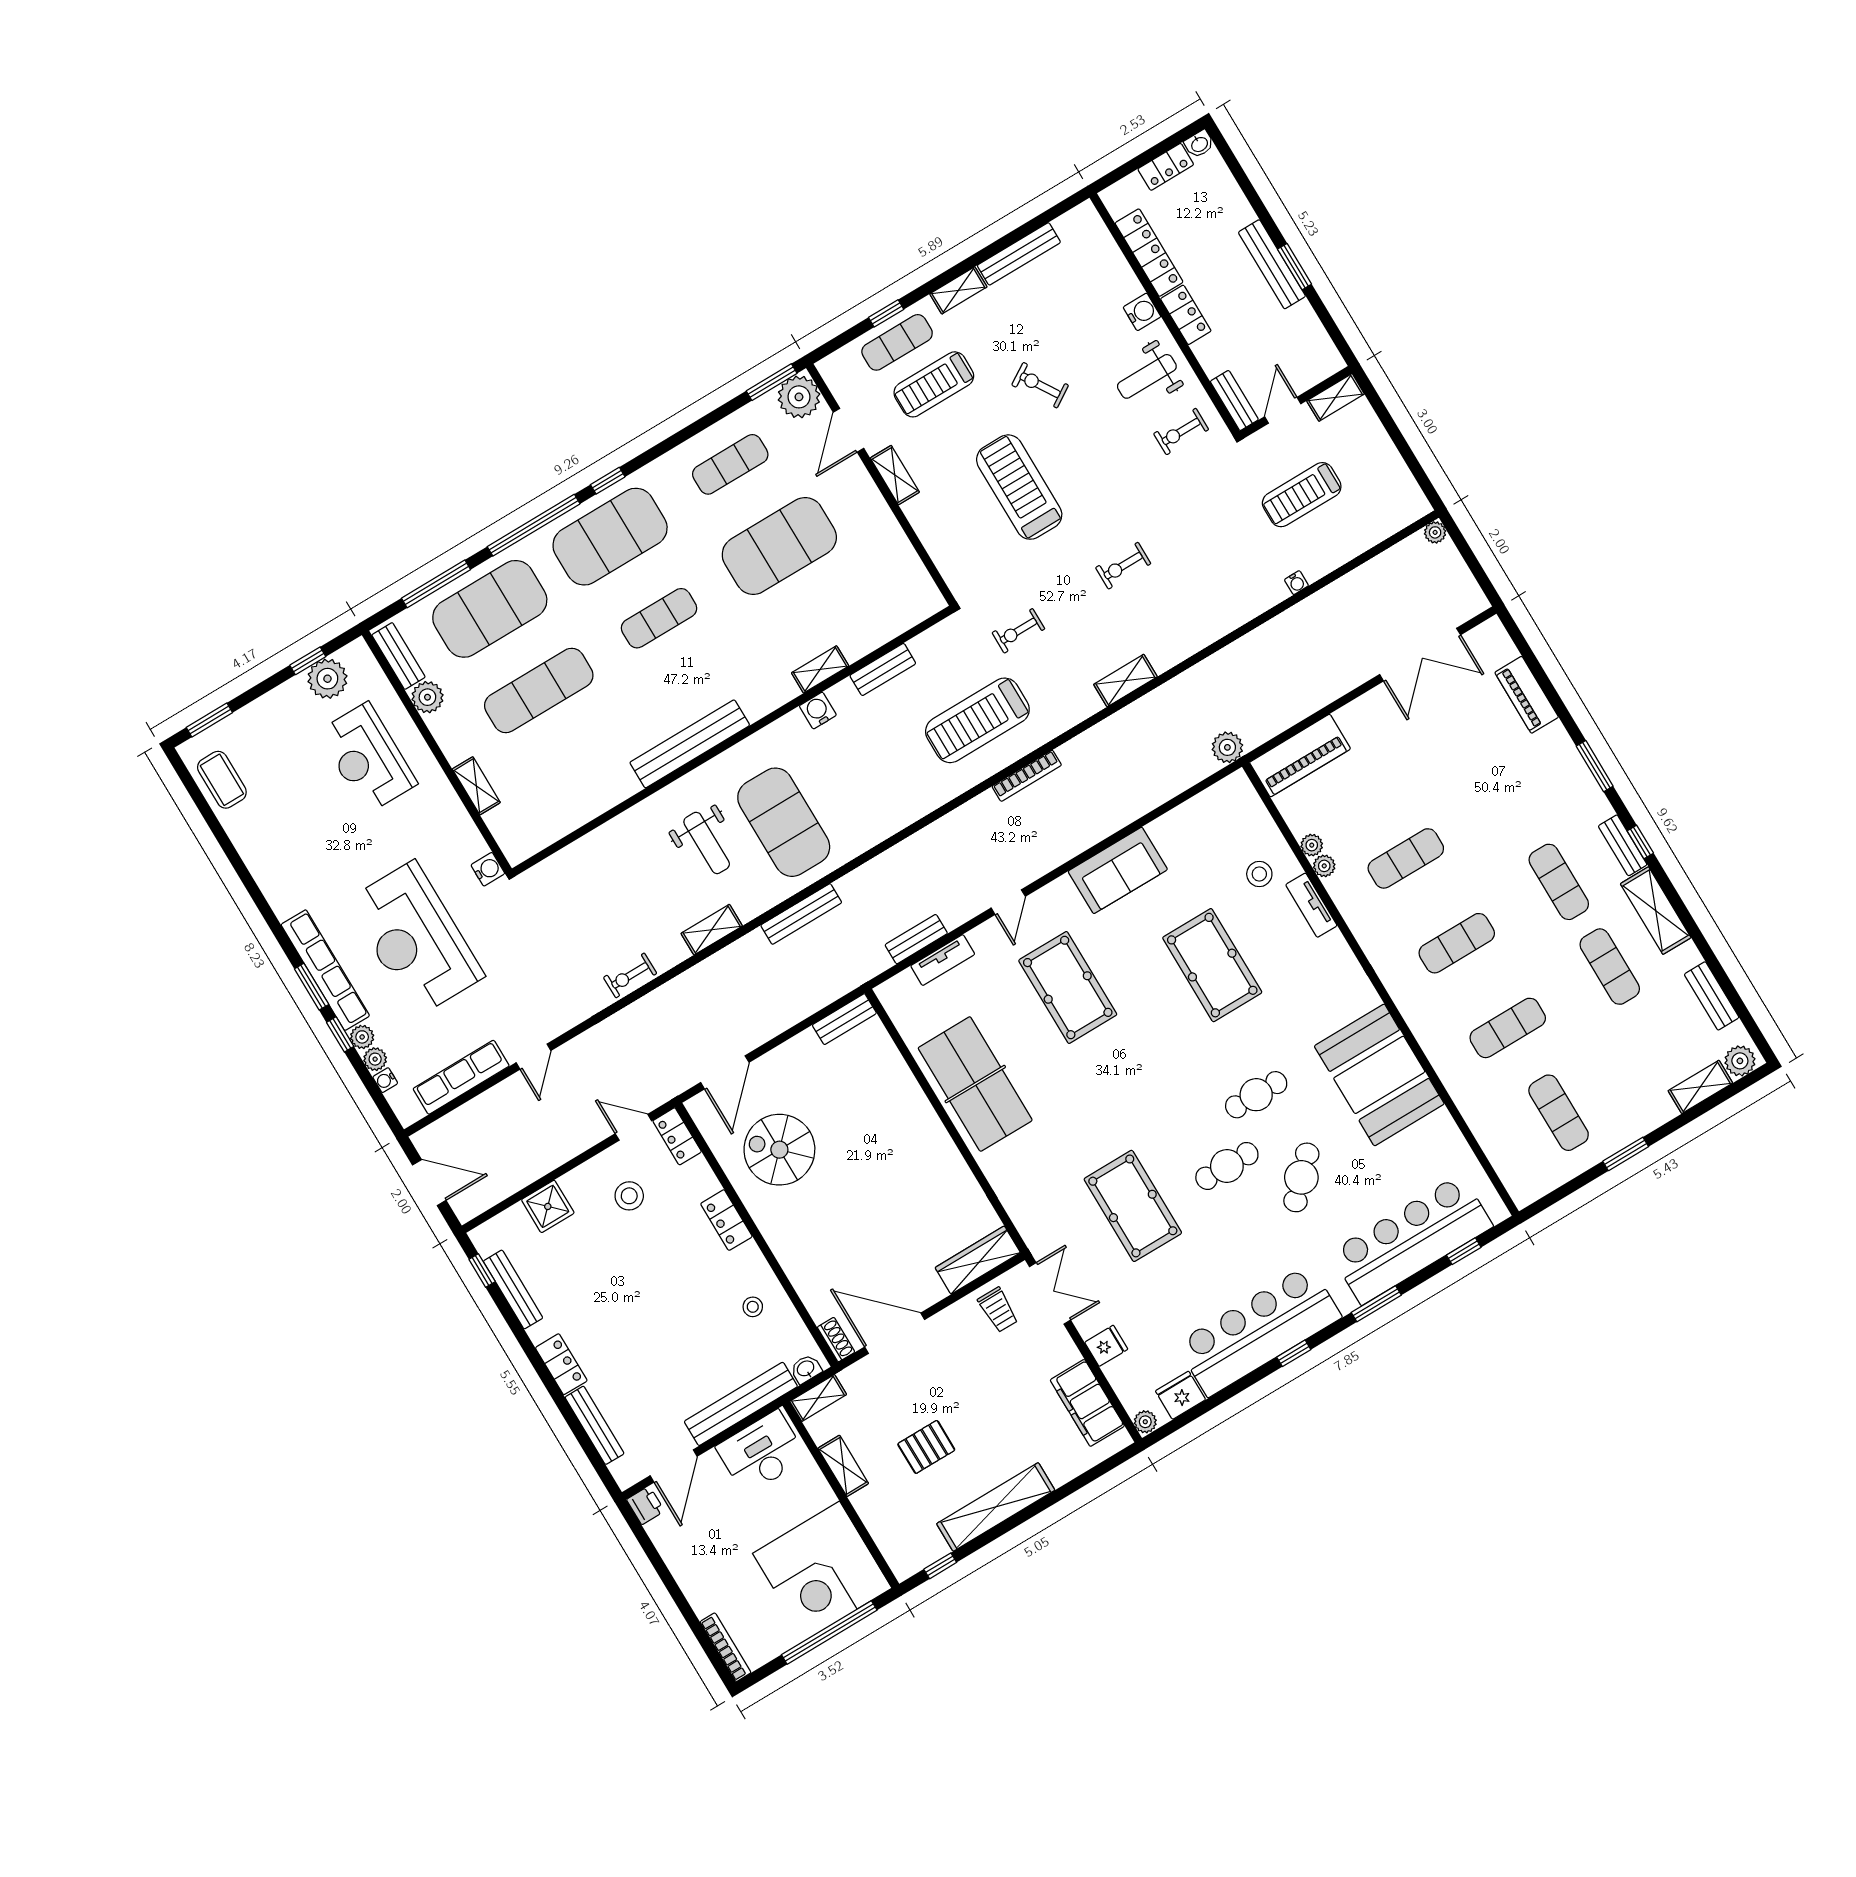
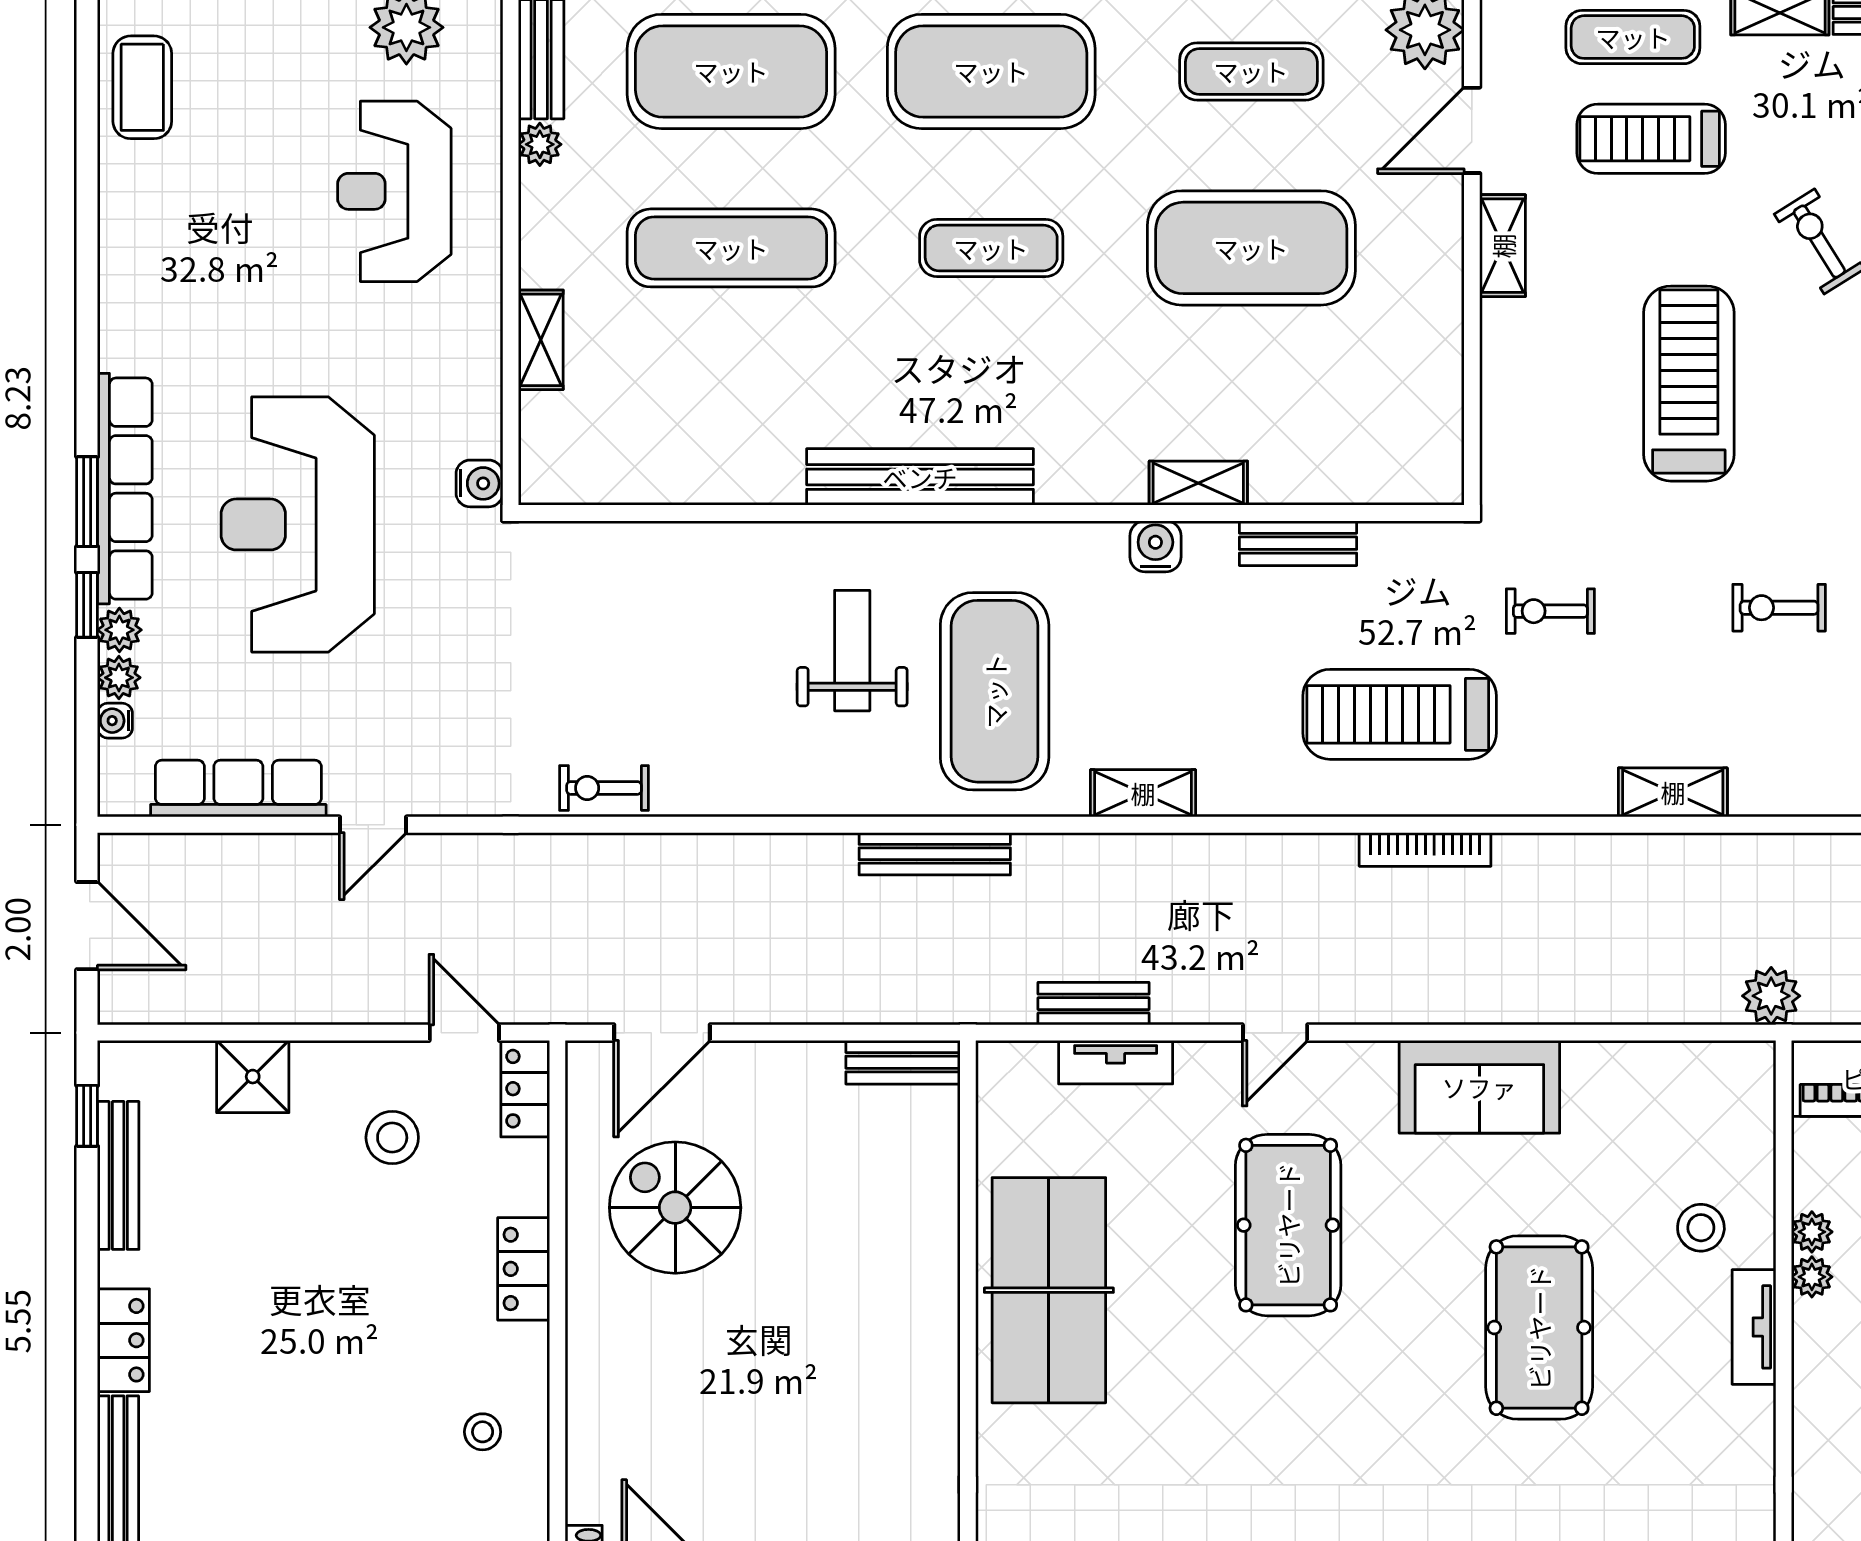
plant: (427, 697) -> (540, 144), width x0.73, depth x0.73
weight bench: (707, 843) -> (852, 651), turned 180
shelving: (712, 930) -> (1143, 793), moved

